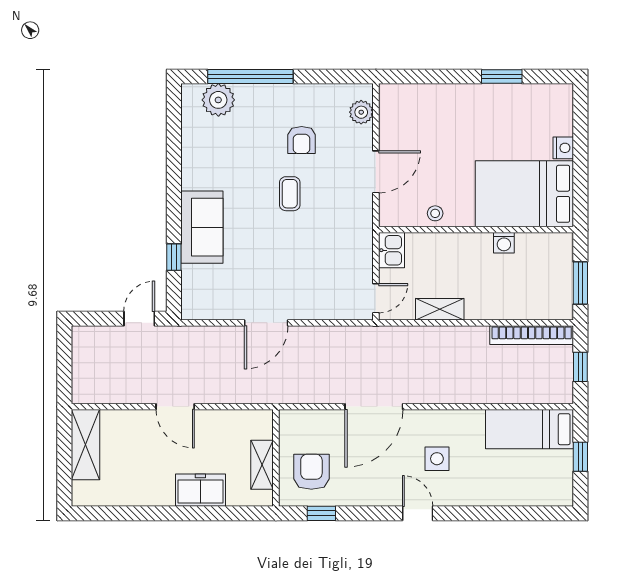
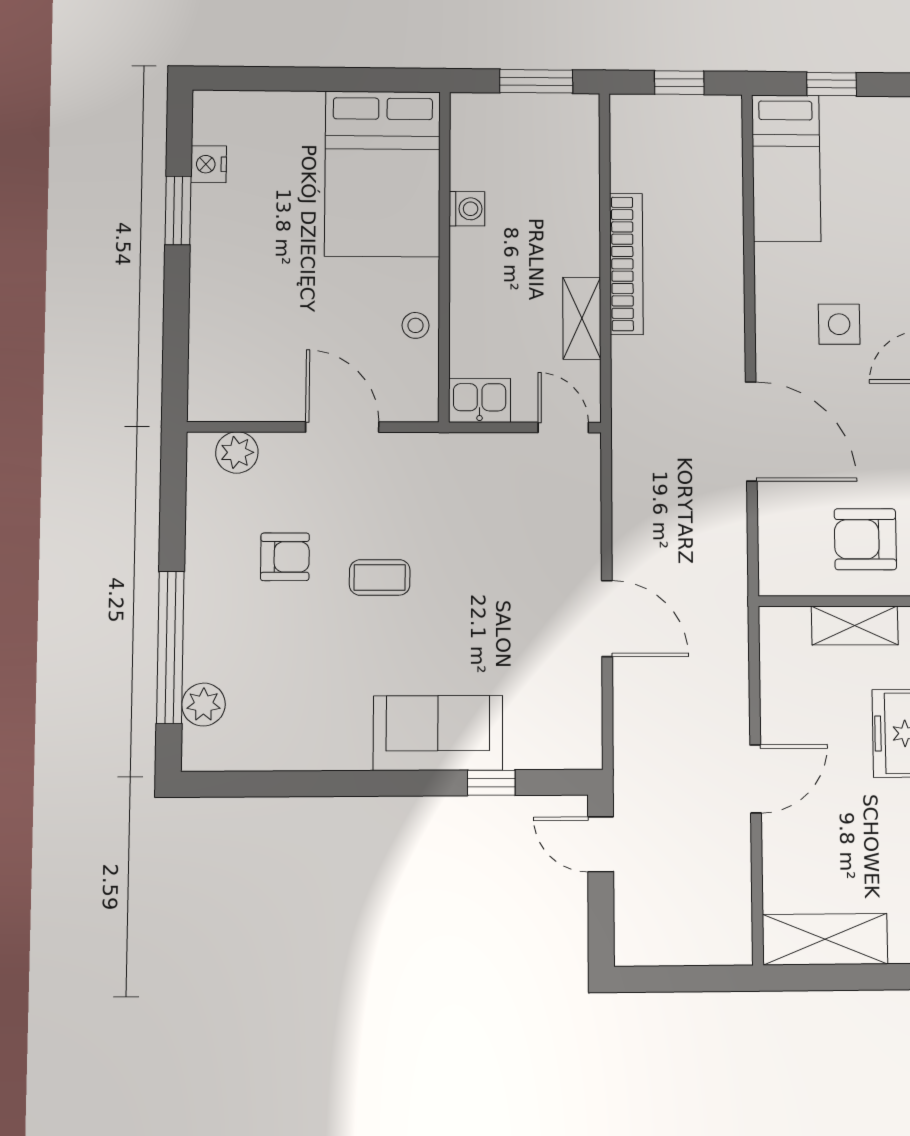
plant: (218, 100) -> (204, 705), width x0.73, depth x0.73
nightstand: (563, 148) -> (209, 164), moved, turned -90
bookcase: (532, 335) -> (626, 264), moved

